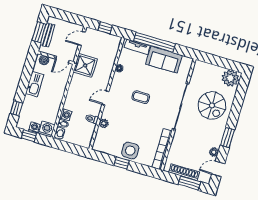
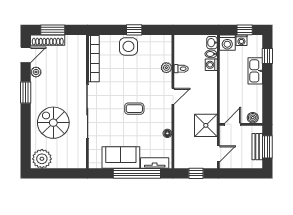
kitchen sink: (35, 84) -> (255, 71), moved
shoe rack: (184, 172) -> (48, 40), moved

